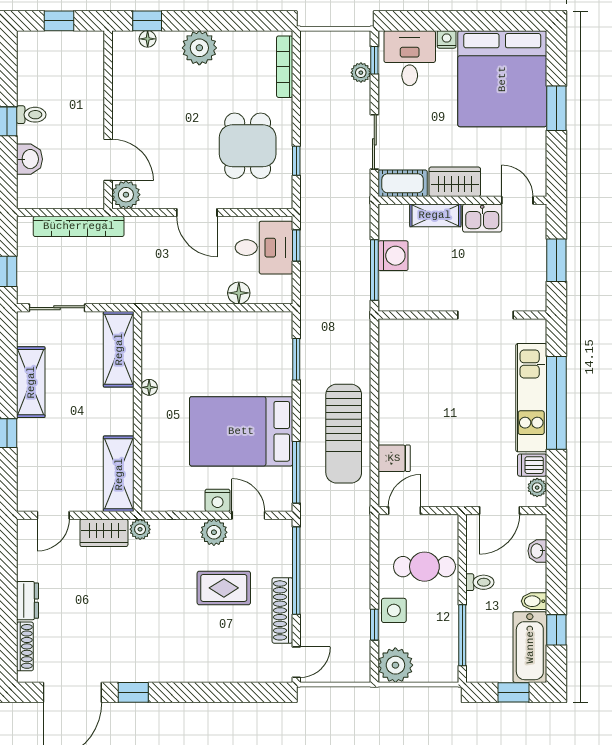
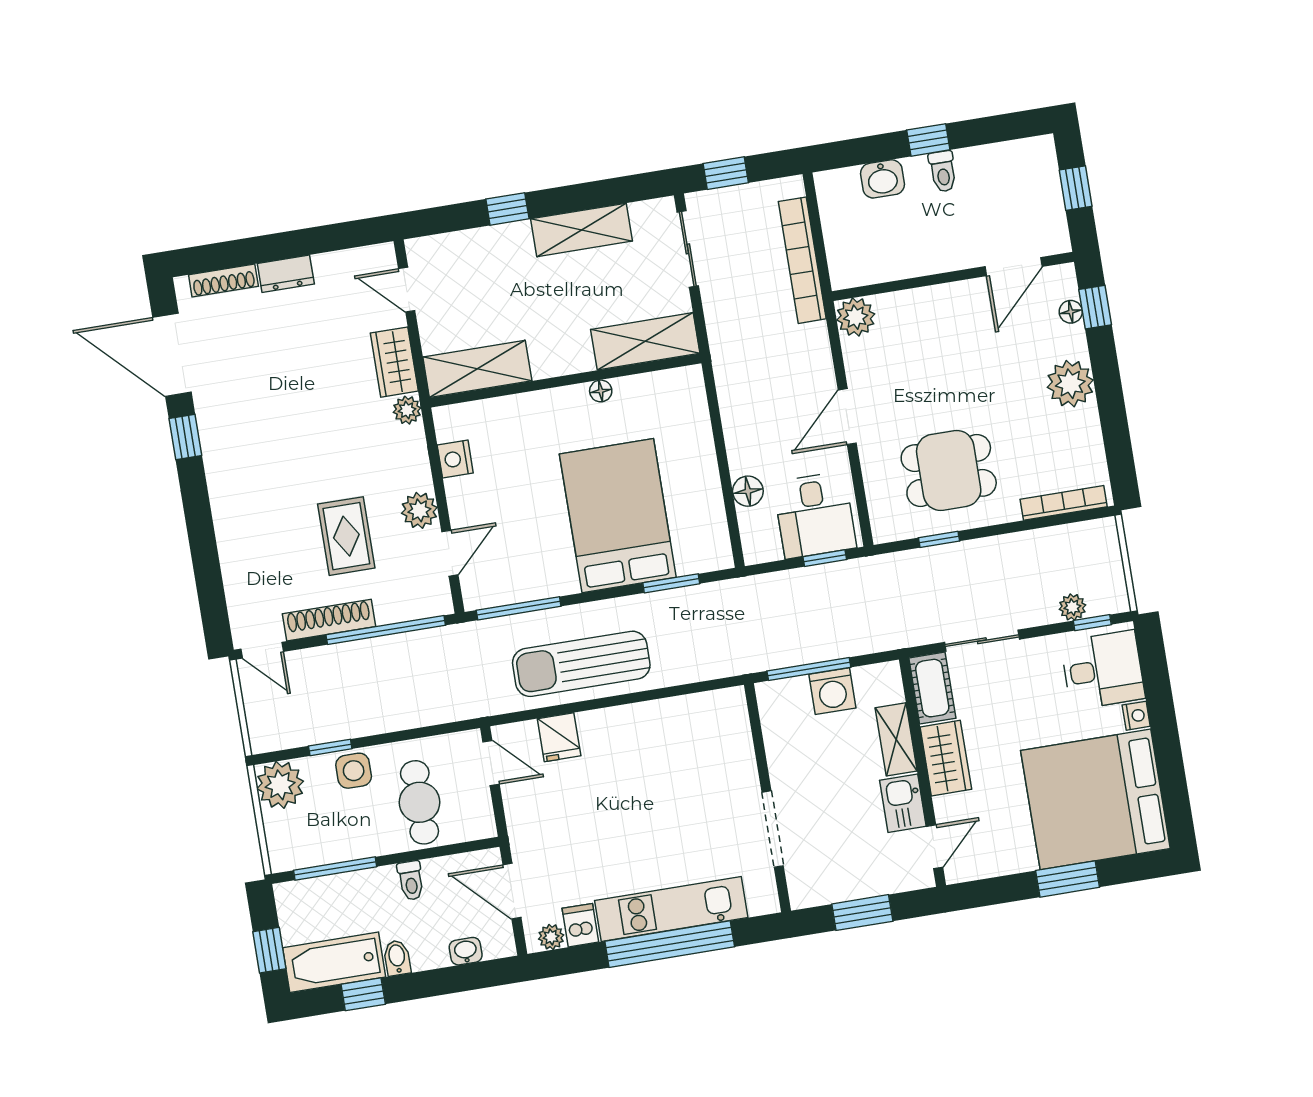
door: (108, 160) -> (1014, 267), moved
bed: (241, 431) -> (618, 516), moved
nightstand: (218, 500) -> (455, 459), moved

